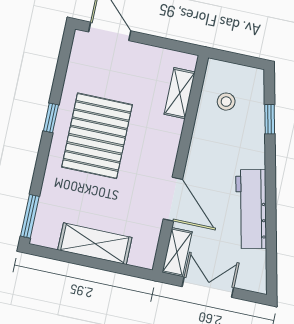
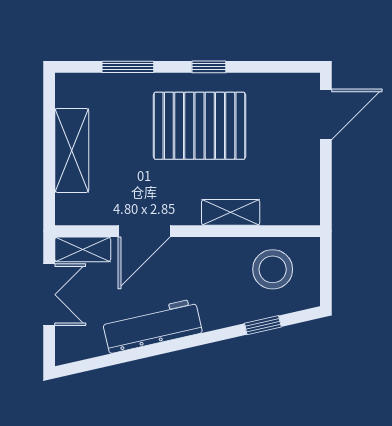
shelving: (180, 93) -> (231, 212), moved
stool: (226, 102) -> (273, 269), width x1.89, depth x1.89
window: (30, 216) -> (128, 67), moved

